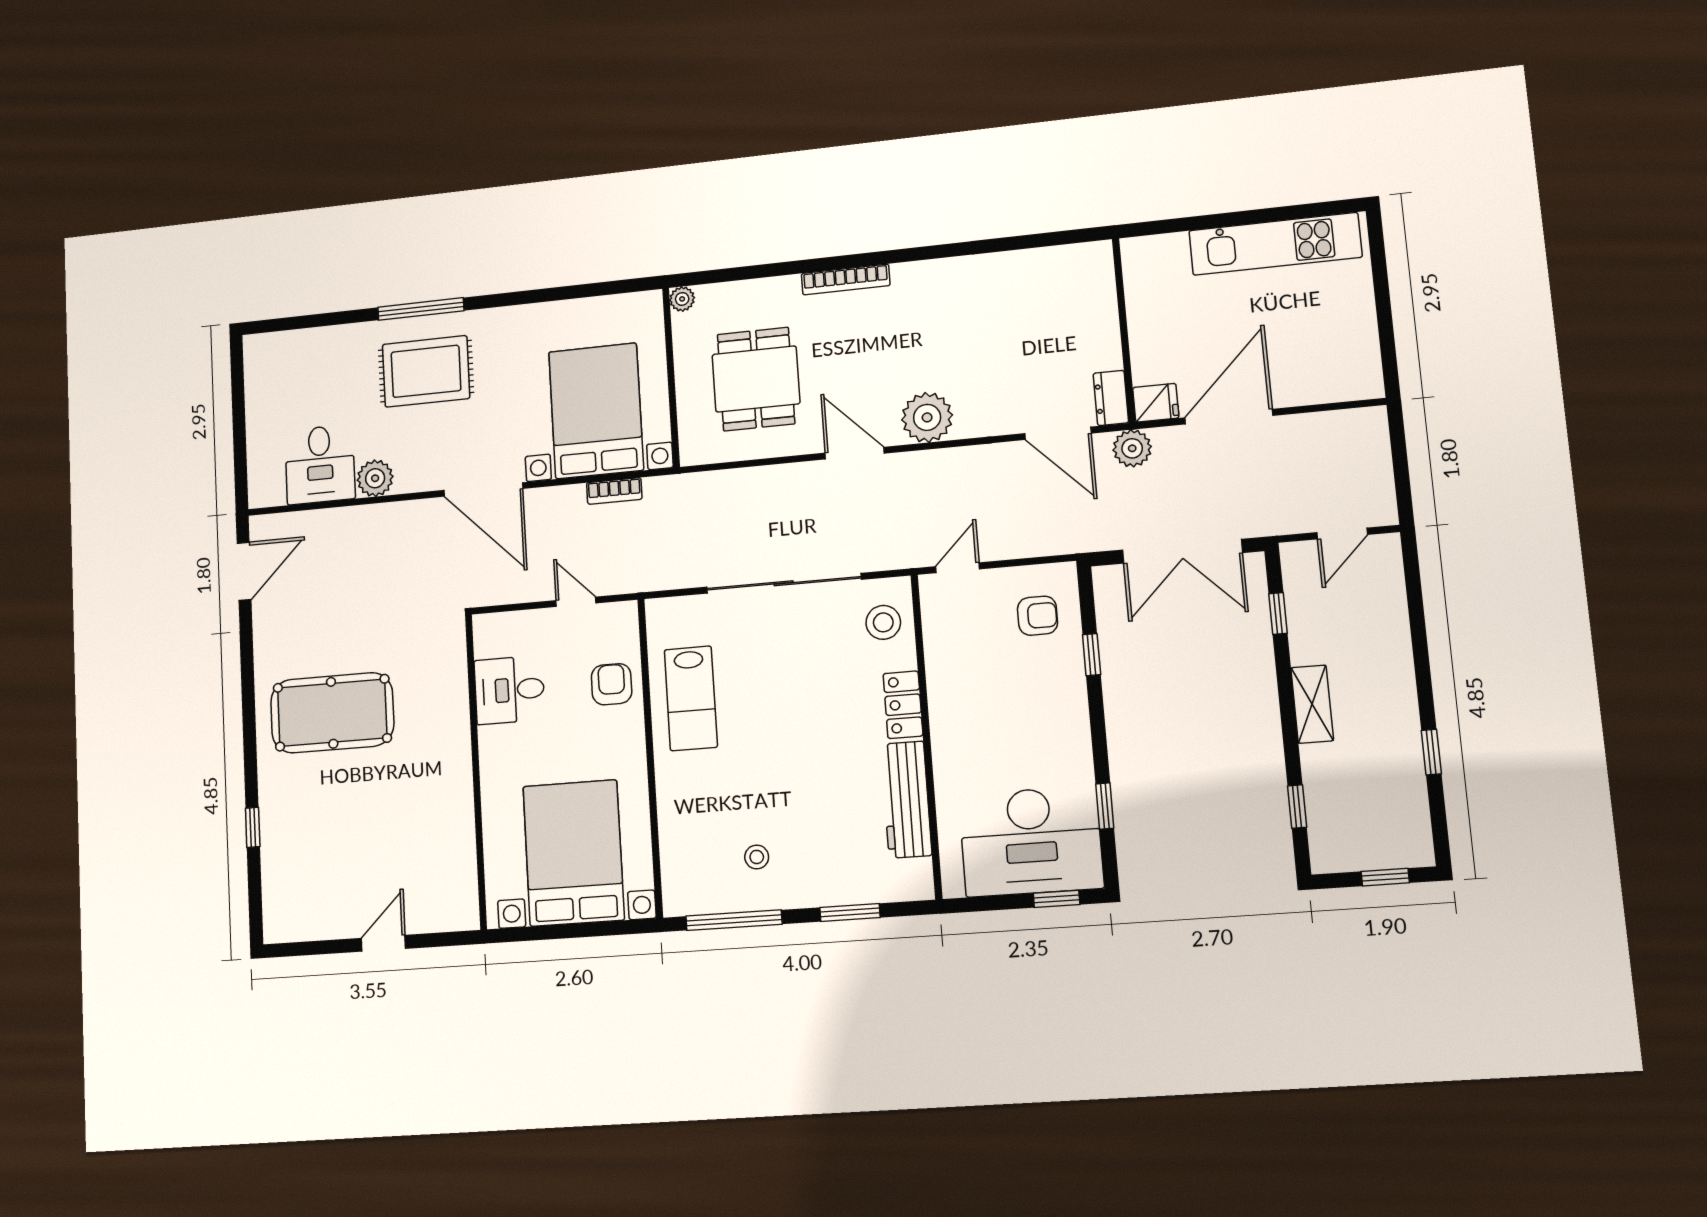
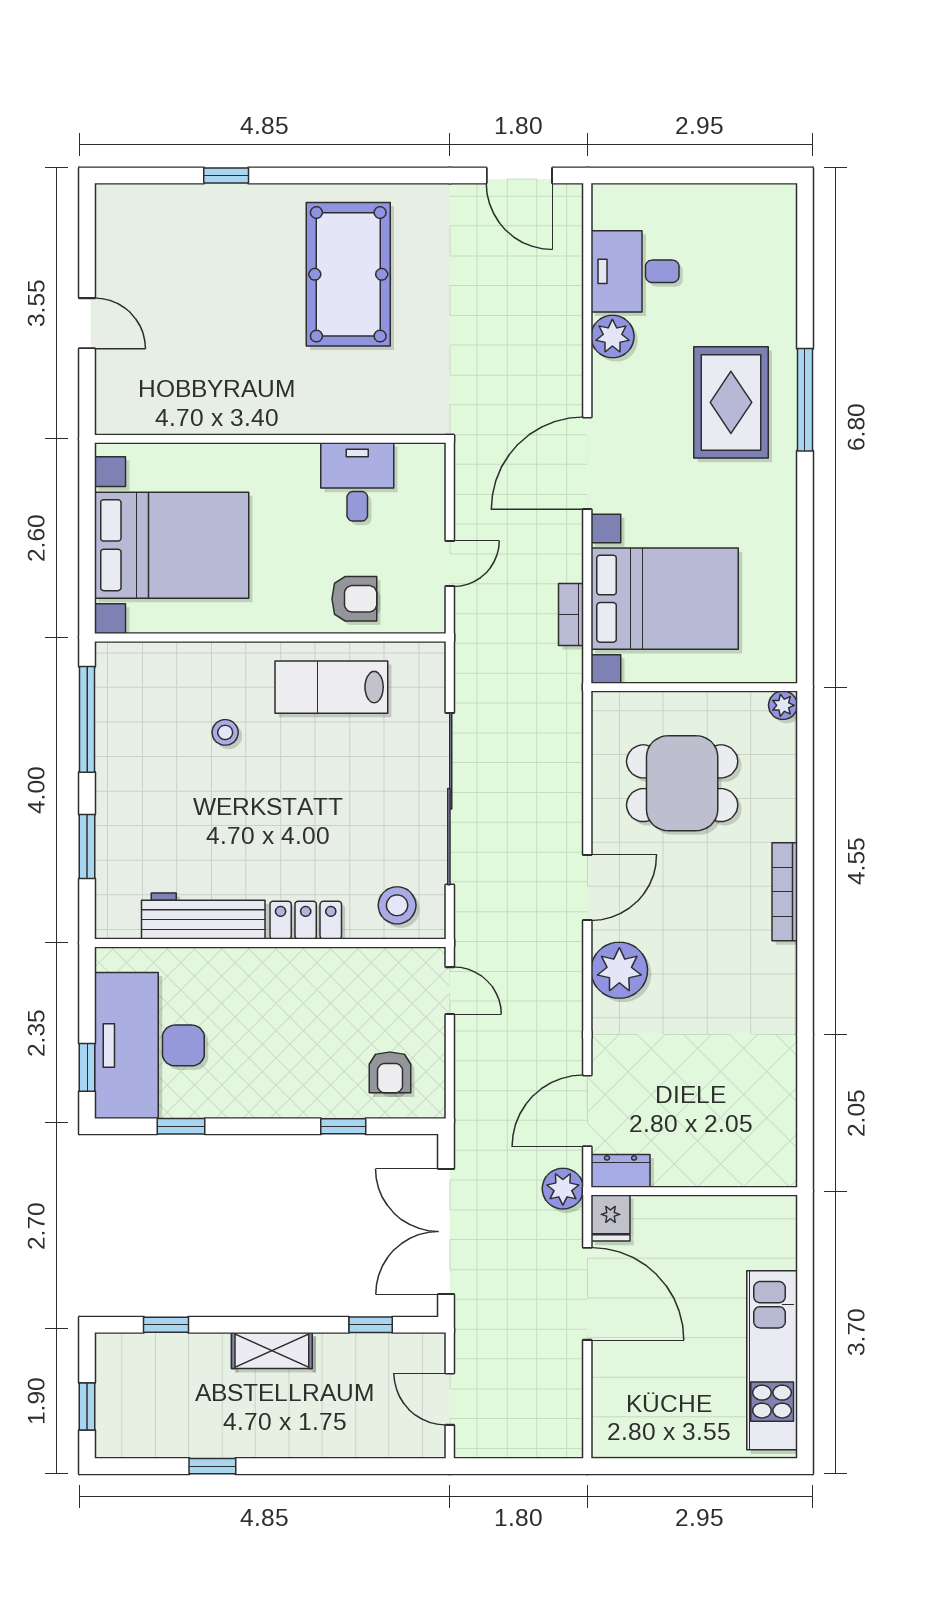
stool: (757, 857) -> (225, 732), moved

